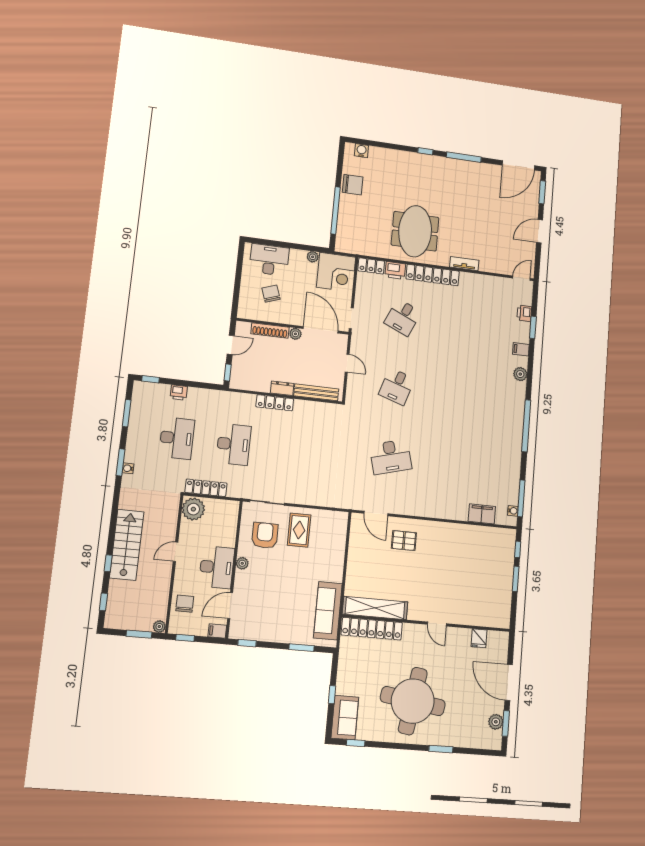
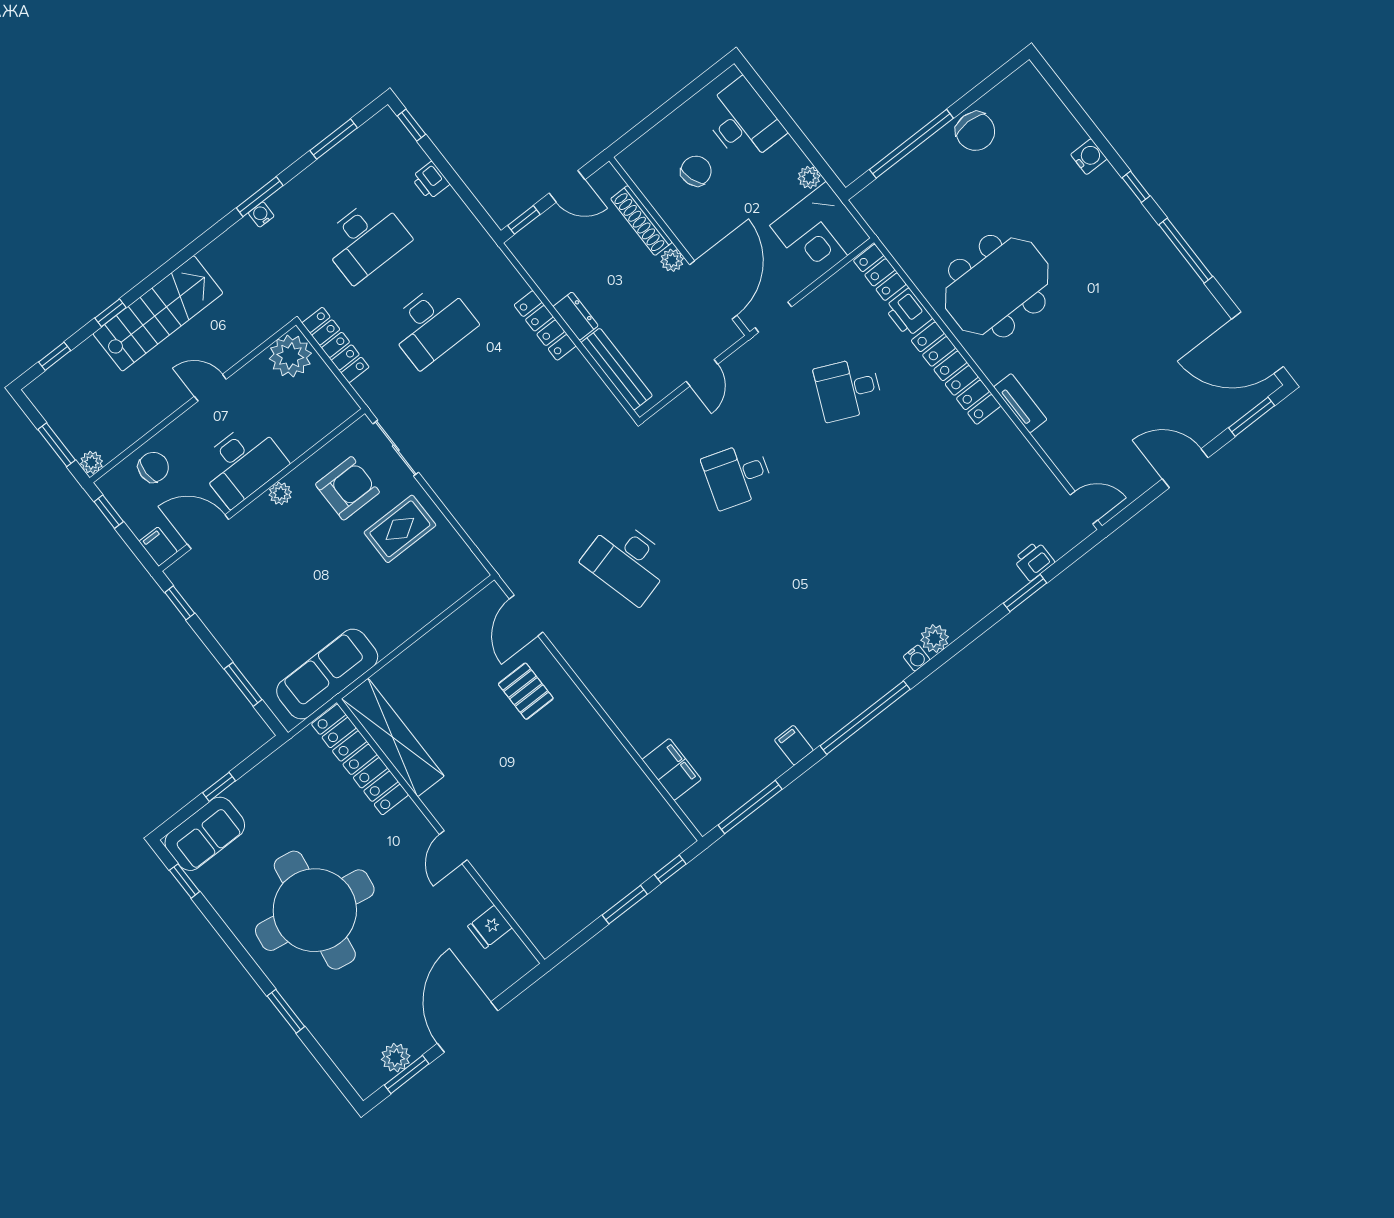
water cooler: (361, 151) -> (1089, 157), moved
filing cabinet: (521, 349) -> (794, 745), moved
water cooler: (513, 511) -> (917, 658), moved

